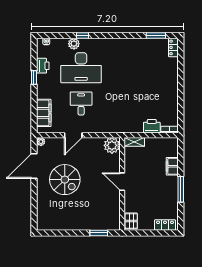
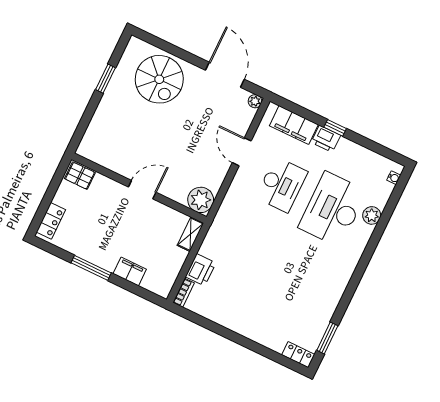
window: (82, 35) -> (378, 233), removed
printer: (43, 66) -> (326, 139), moved
window: (34, 78) -> (335, 128), moved
desk: (81, 103) -> (282, 185), width x1.37
spiral stairs: (65, 180) -> (159, 79), moved, turned -90
window: (99, 233) -> (106, 79), moved

